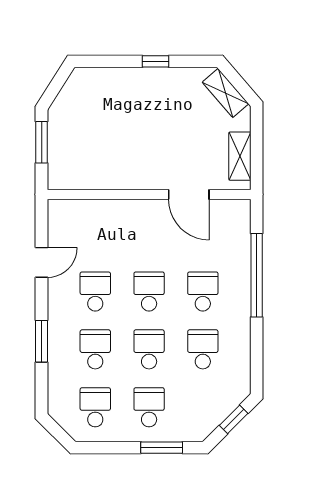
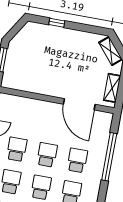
window: (155, 61) -> (57, 23), moved
door: (189, 194) -> (79, 104), width x1.36

